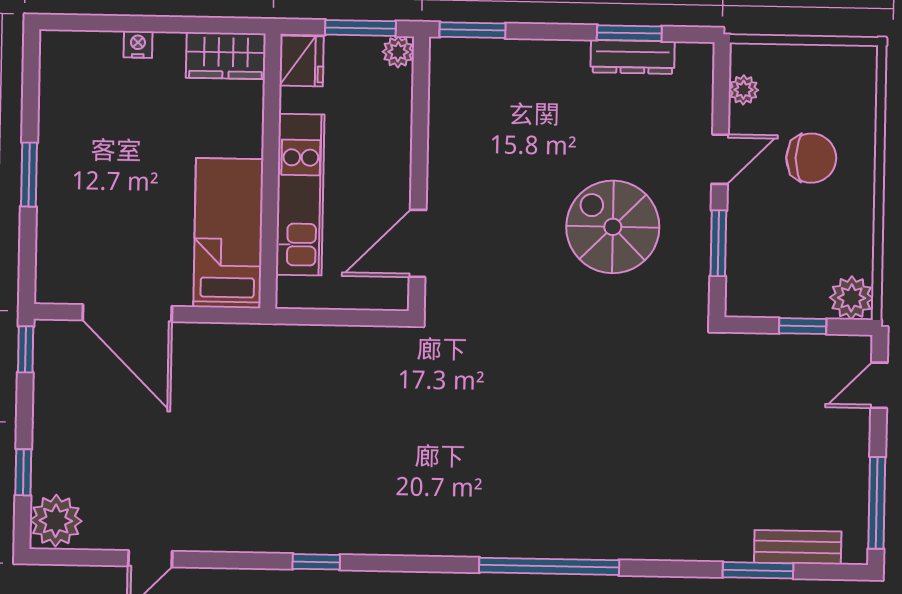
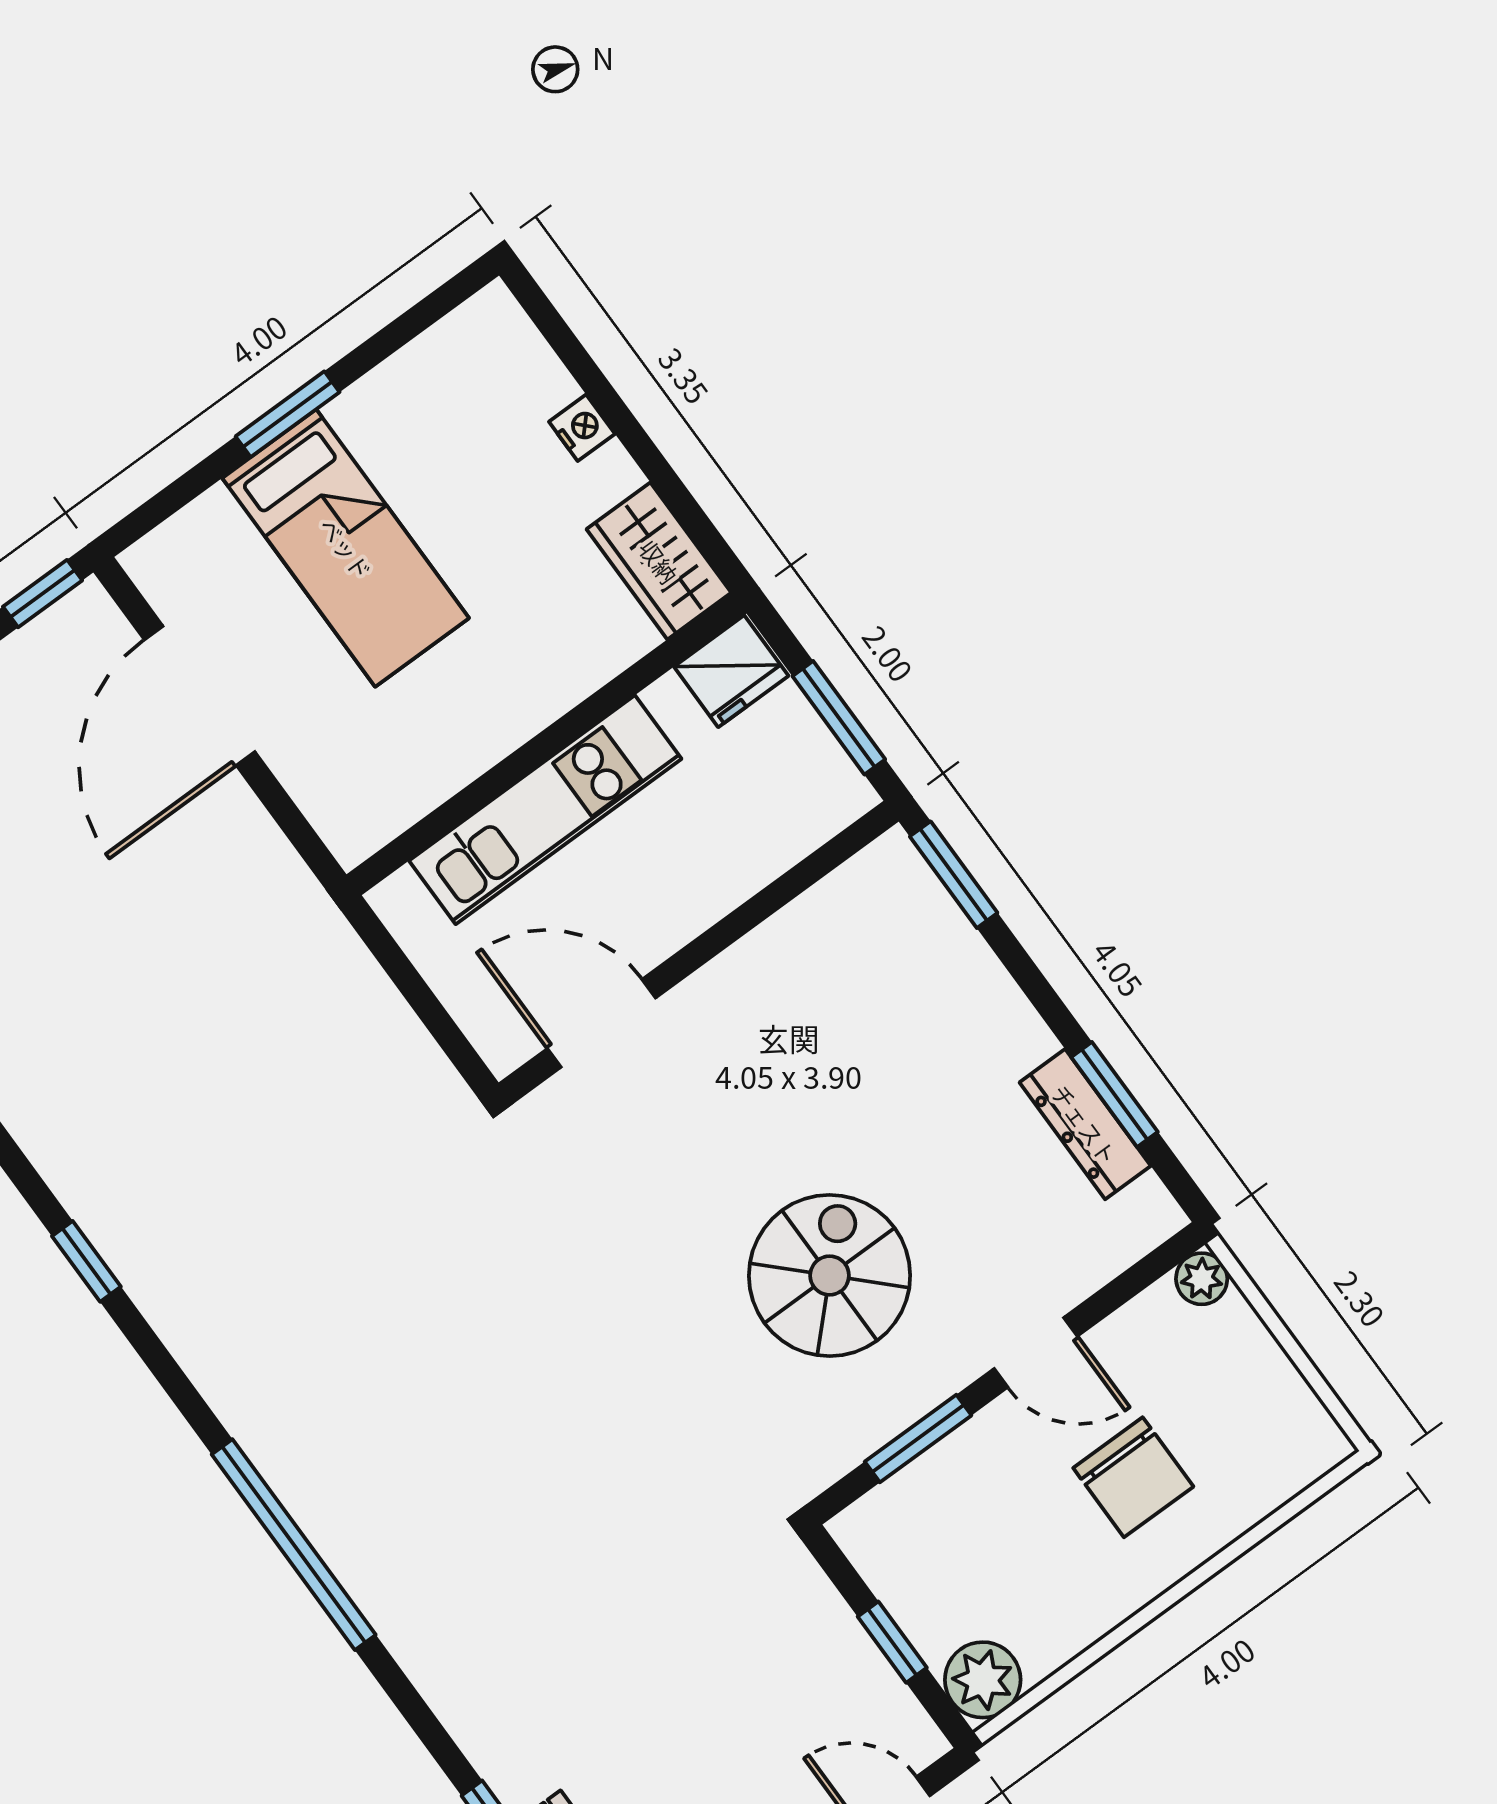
plant: (398, 52) -> (845, 795), removed
plant: (744, 90) -> (1202, 1279), moved
bed: (228, 233) -> (346, 548), moved, turned 90
window: (316, 562) -> (86, 1261), moved

